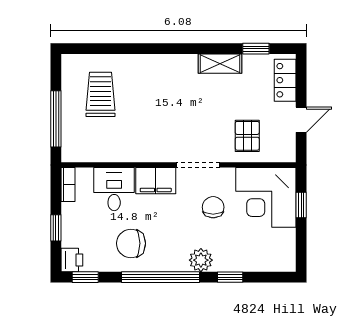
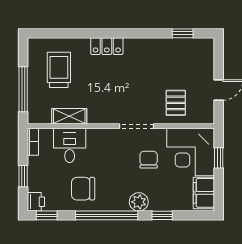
shelving: (220, 64) -> (69, 116), moved
locker: (285, 80) -> (107, 46), moved, turned -90
filing cabinet: (156, 181) -> (204, 193), moved, turned 90

